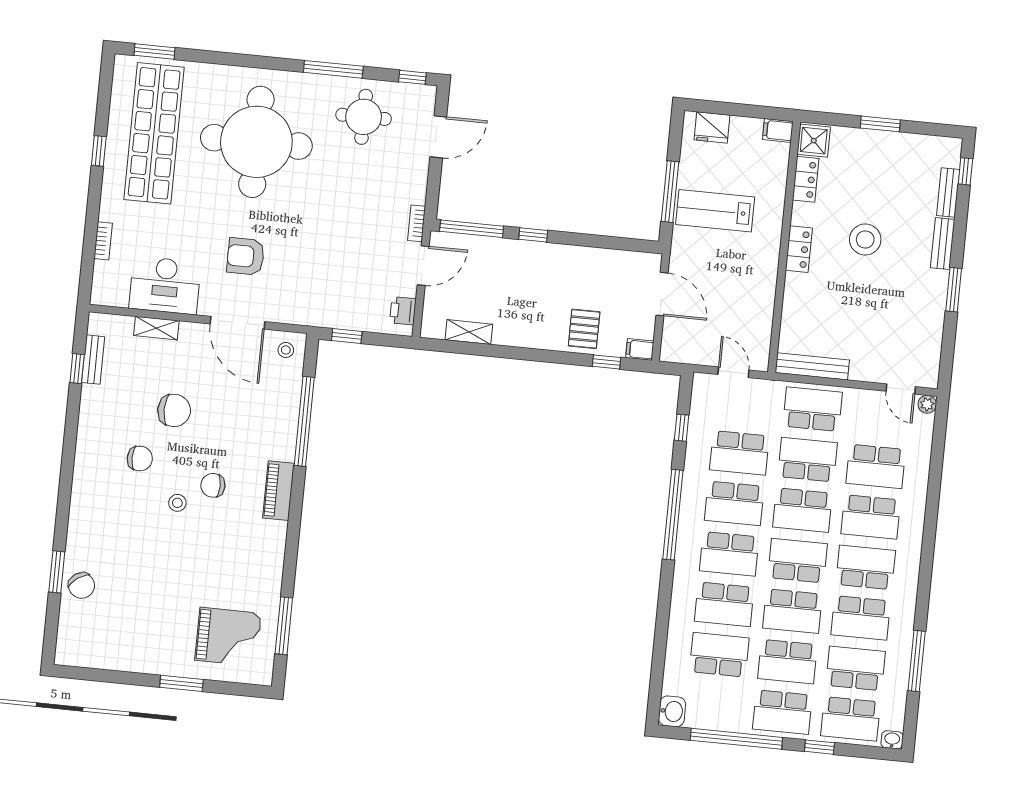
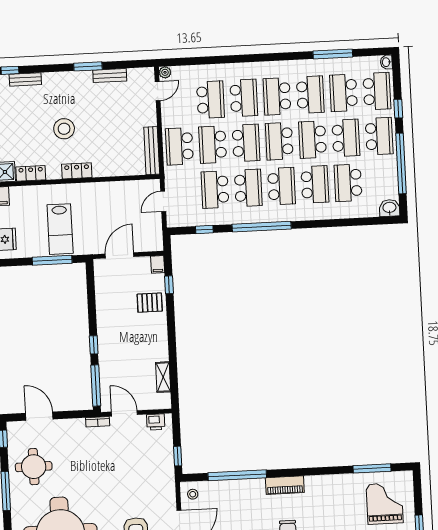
bench: (943, 244) -> (110, 75), moved
school desk: (739, 453) -> (215, 190), turned 180
school desk: (792, 611) -> (313, 140), turned 180

